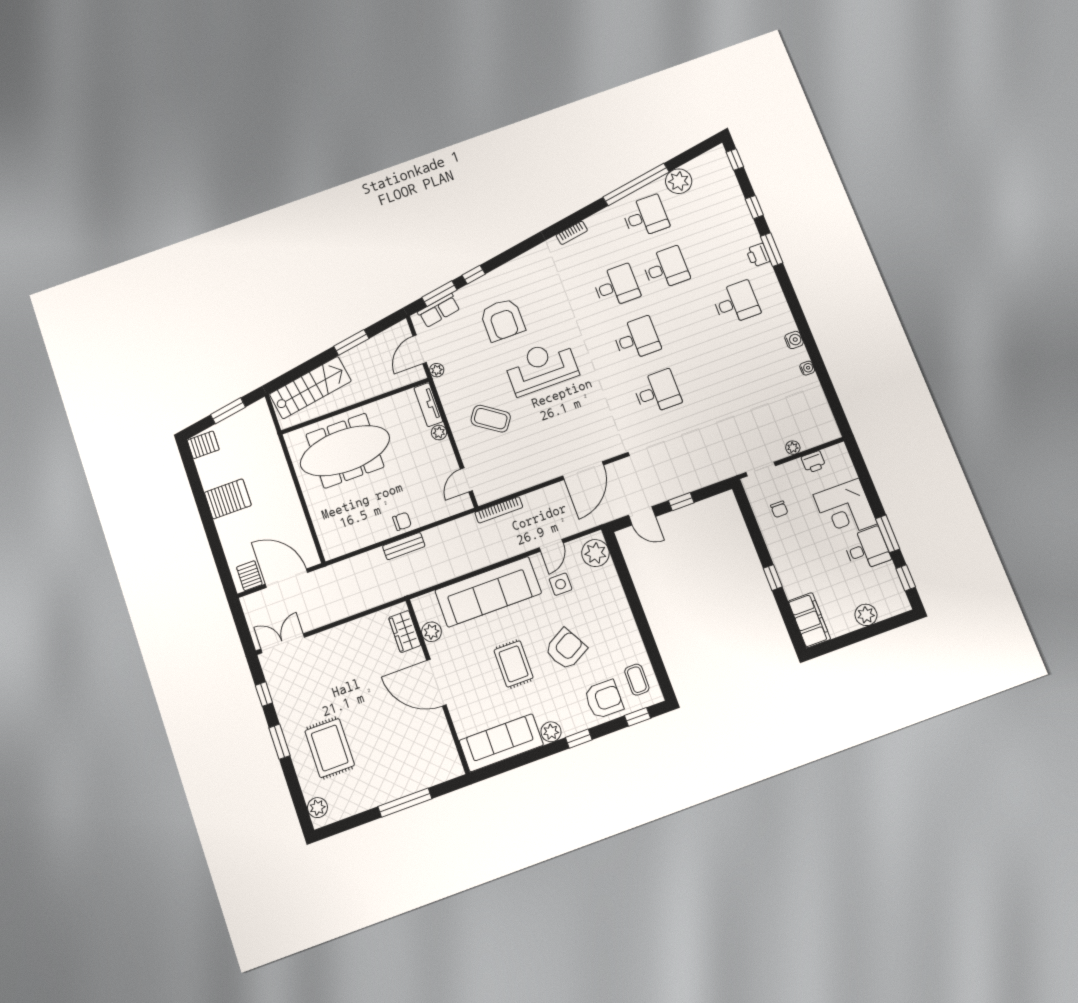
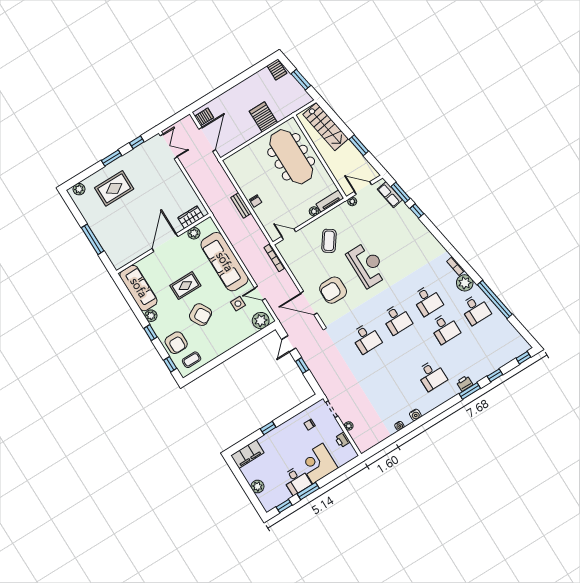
plant: (679, 181) -> (465, 283), moved
armchair: (503, 320) -> (333, 290), moved
server rack: (228, 499) -> (263, 117), moved, turned 180

